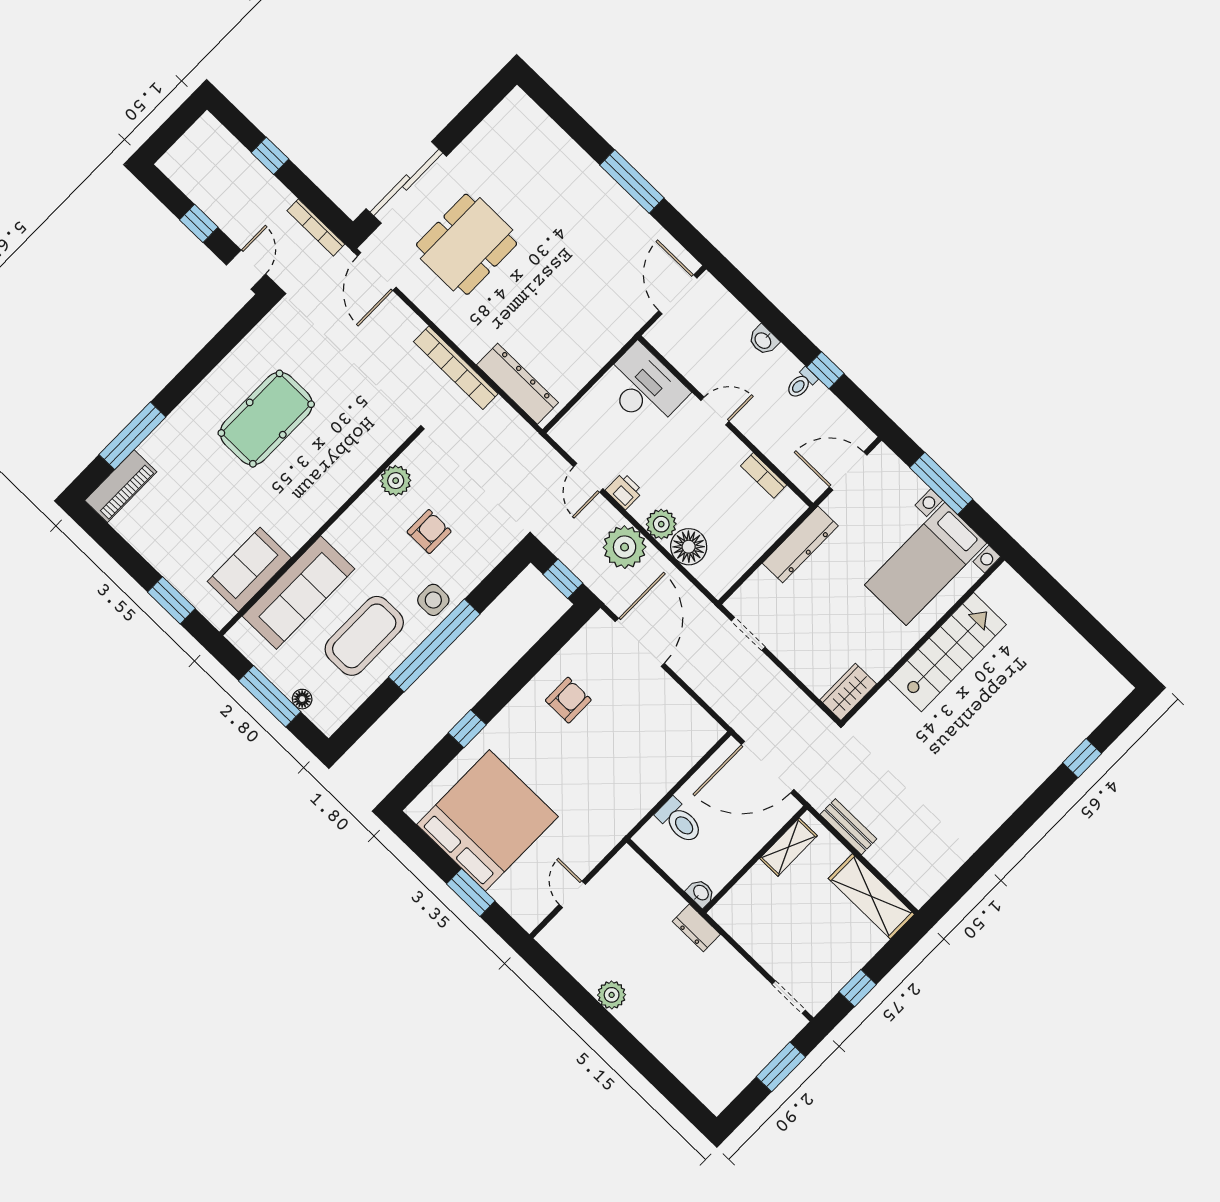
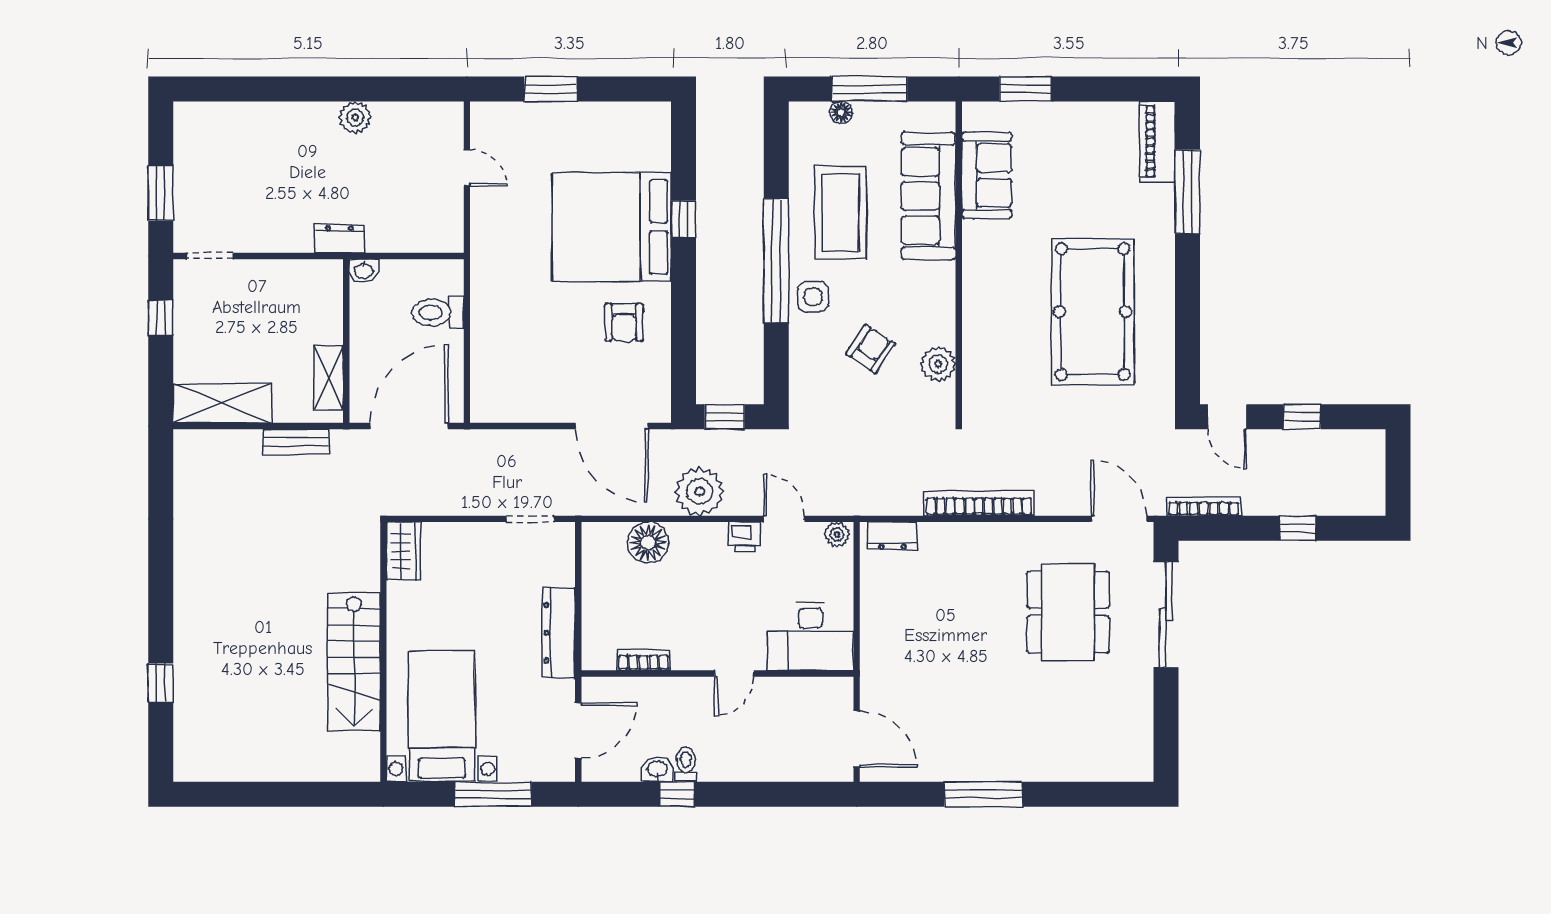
washbasin: (763, 340) -> (657, 769), moved
dresser: (517, 384) -> (892, 536), width x0.51, depth x0.80
pool table: (266, 419) -> (1093, 312), width x1.36, depth x1.32
plant: (661, 524) -> (837, 534), moved, width x0.73, depth x0.73
armchair: (429, 532) -> (871, 349), turned -146
bed: (487, 820) -> (612, 227), moved, turned 90

